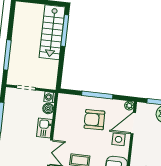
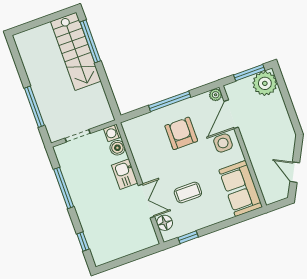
armchair: (94, 120) -> (181, 133), turned 91

